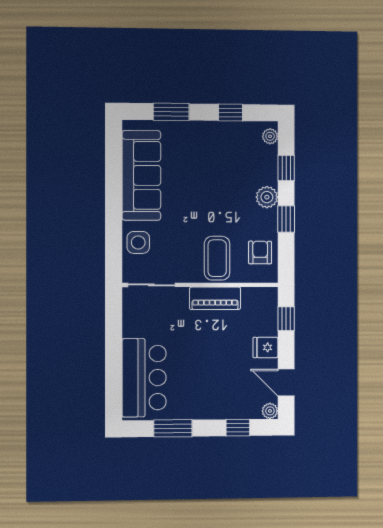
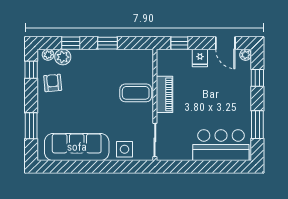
window: (230, 112) -> (31, 70), moved
plant: (267, 197) -> (63, 57), moved
armchair: (260, 252) -> (53, 83), moved, turned 85
door: (286, 383) -> (225, 43), hinge flipped

